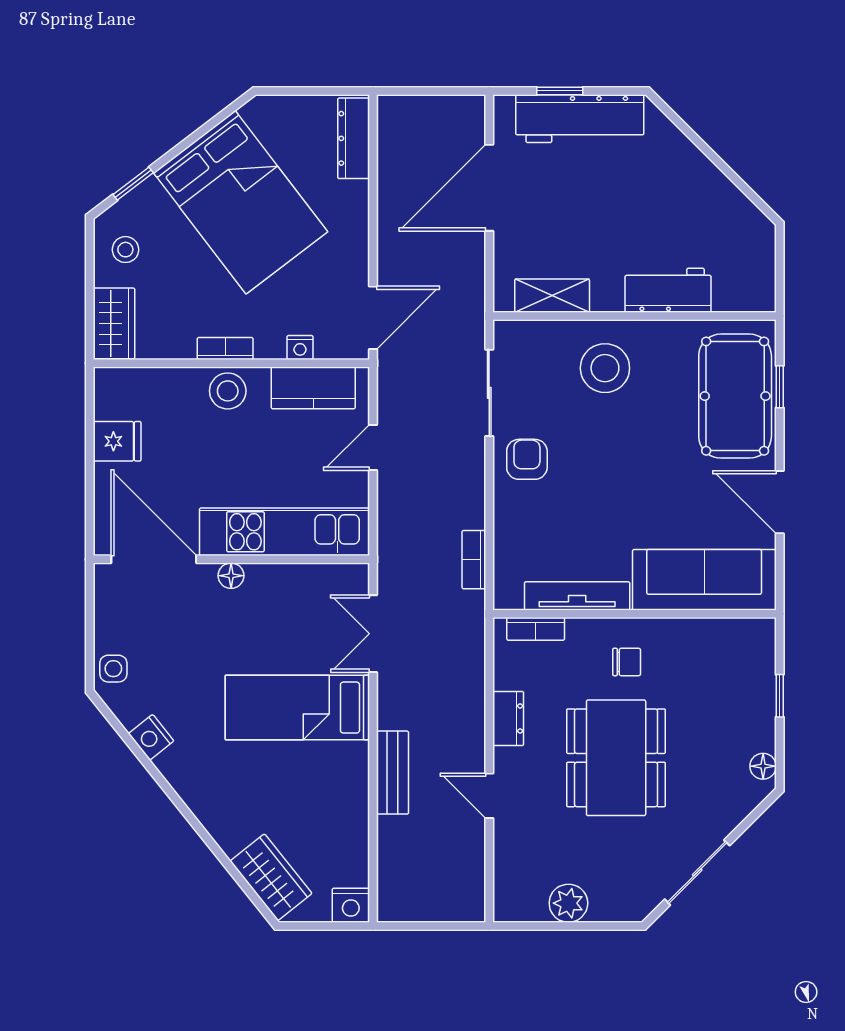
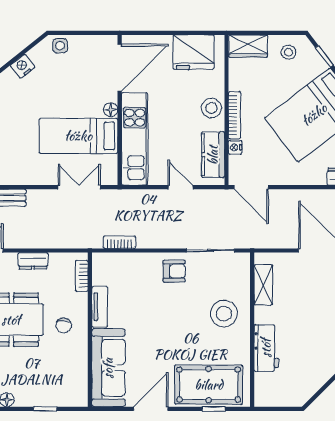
bookcase: (225, 349) -> (235, 115), width x1.56
fridge: (117, 441) -> (194, 52), width x1.88, depth x1.34
tv unit: (577, 596) -> (100, 307), width x0.71
bed: (297, 708) -> (78, 136), moved, turned -90

